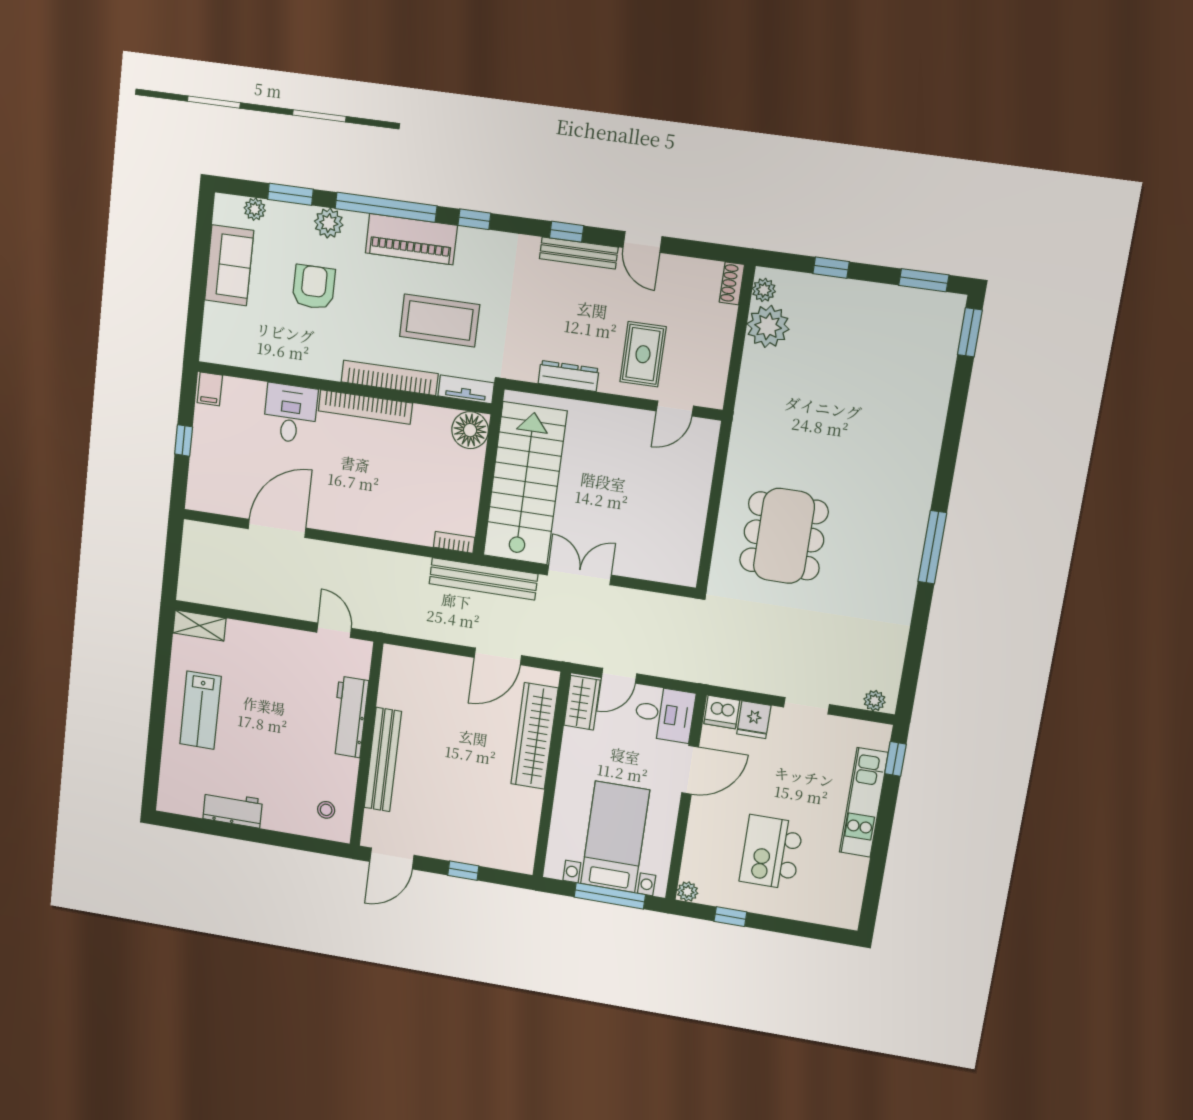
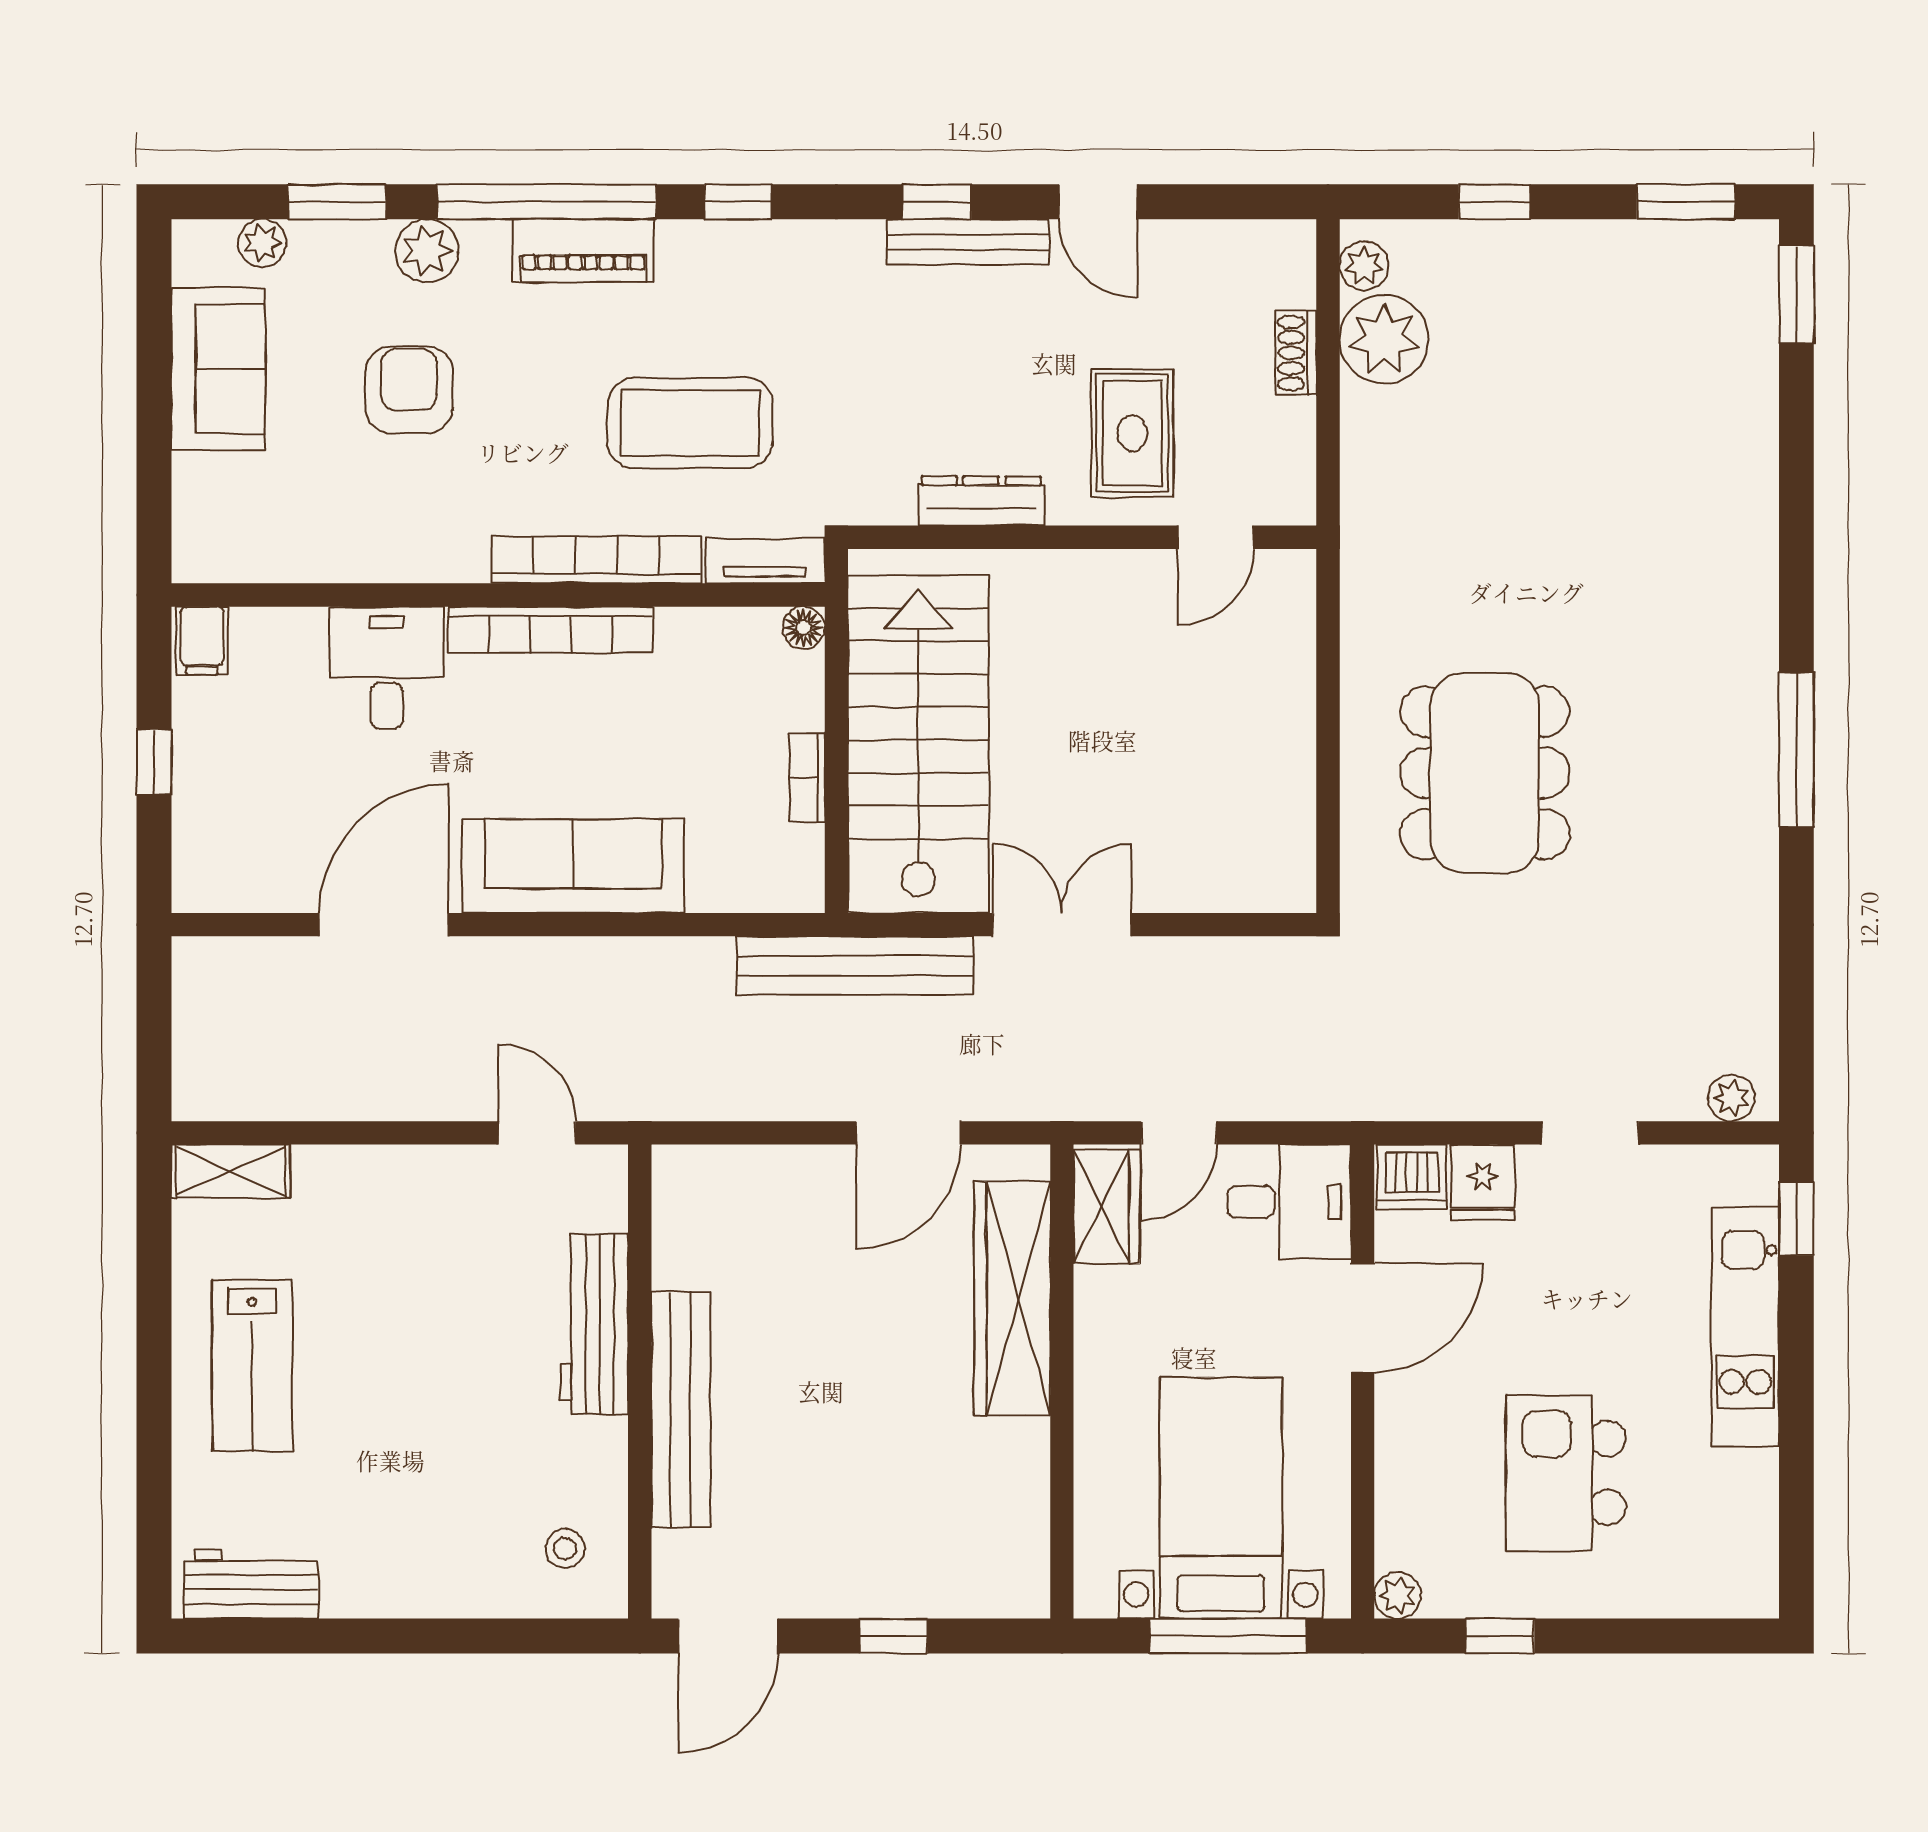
piano: (411, 239) -> (583, 251), width x0.73, depth x0.75
shoe rack: (732, 283) -> (1296, 353), moved
floor lamp: (470, 430) -> (804, 628), width x0.53, depth x0.53
sofa: (363, 515) -> (573, 866), added
bookcase: (454, 542) -> (807, 777), moved, turned -90
workbench: (233, 809) -> (251, 1584), moved

